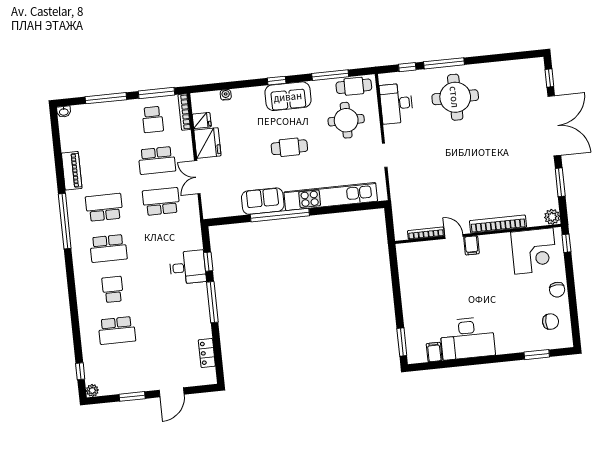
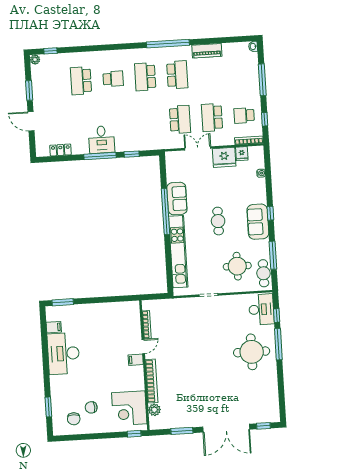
window: (157, 93) -> (265, 119), width x0.46
desk: (396, 103) -> (261, 309), moved, turned 90
plant: (552, 217) -> (154, 410), moved
desk: (188, 267) -> (102, 140), moved
chair: (557, 290) -> (91, 407), moved

